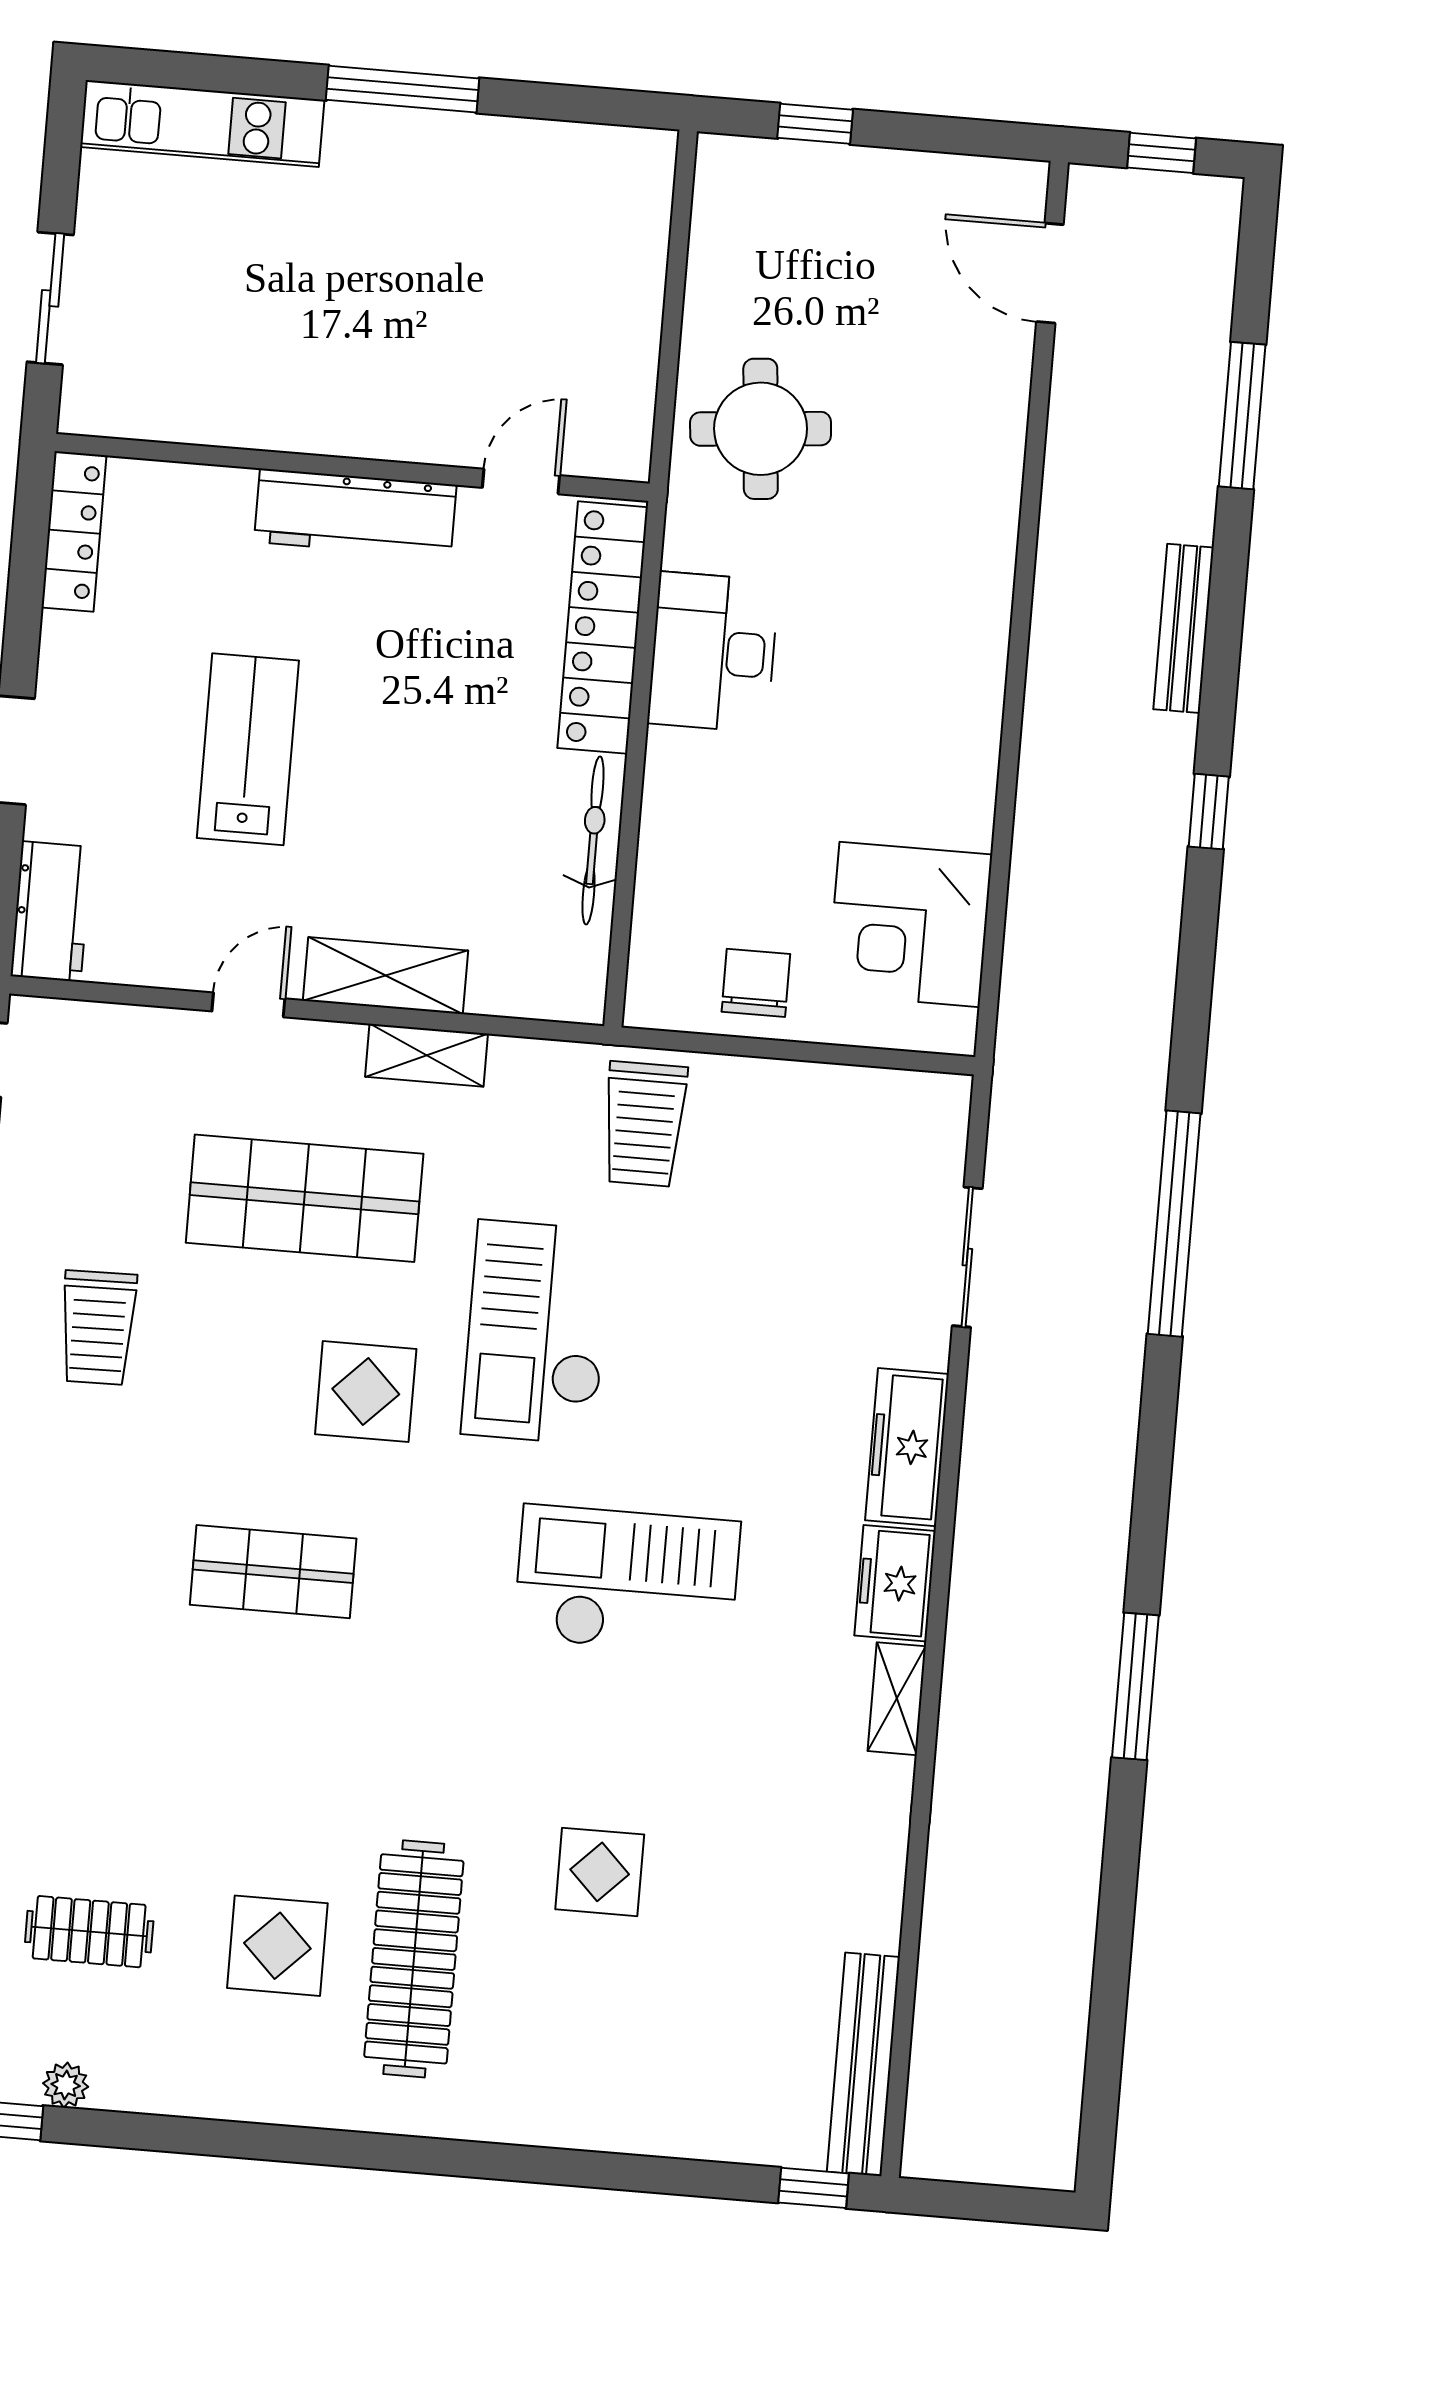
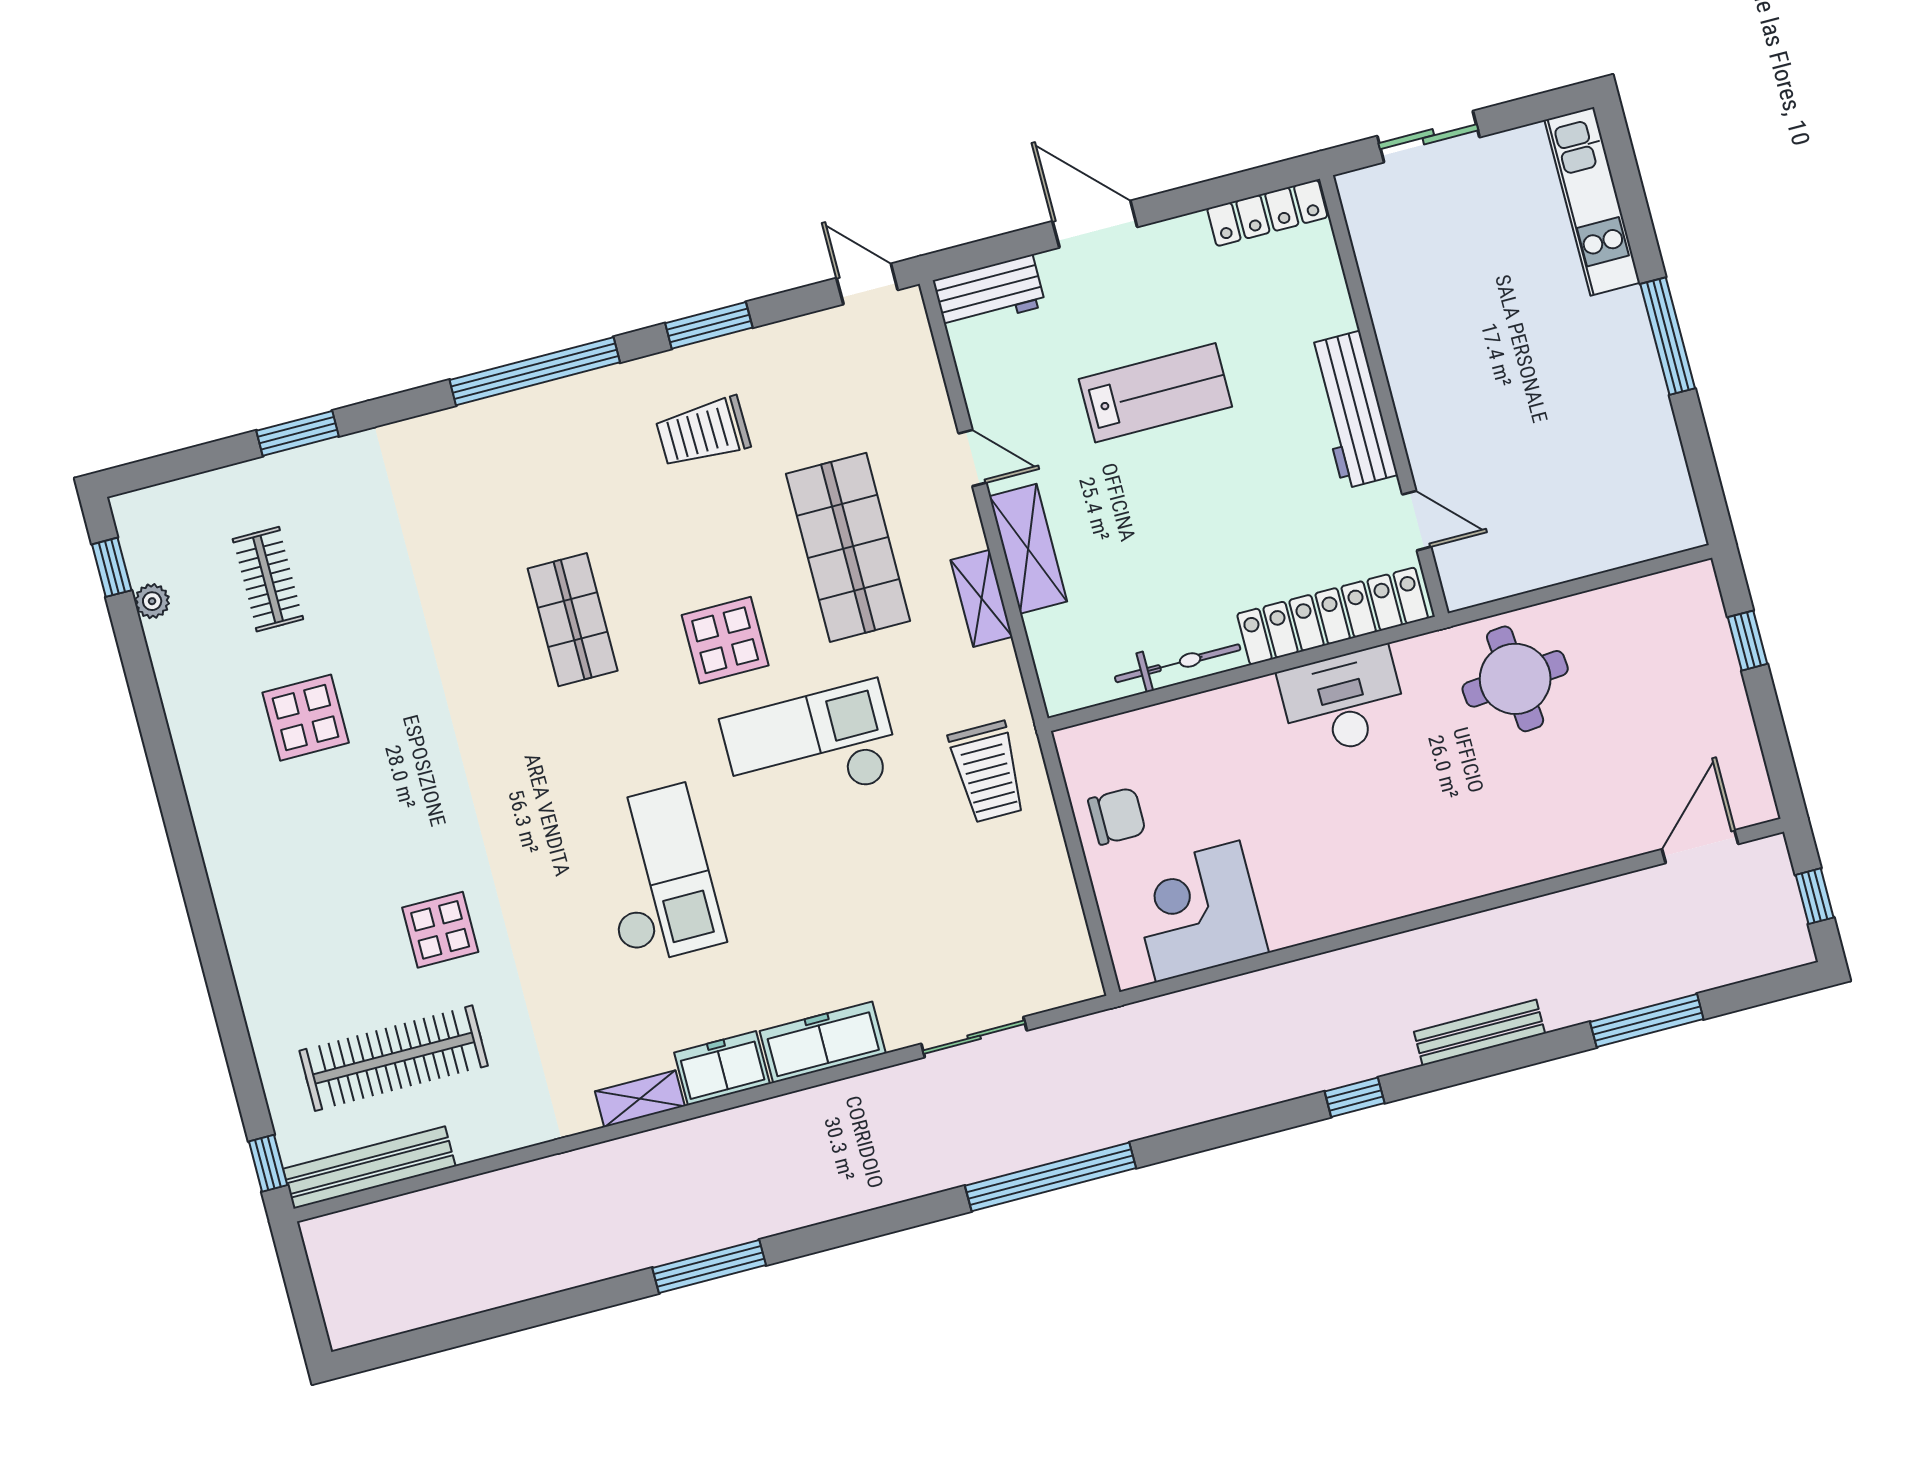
trolley: (644, 1124) -> (987, 772), turned -90
clothes rail: (414, 1959) -> (394, 1058), moved

